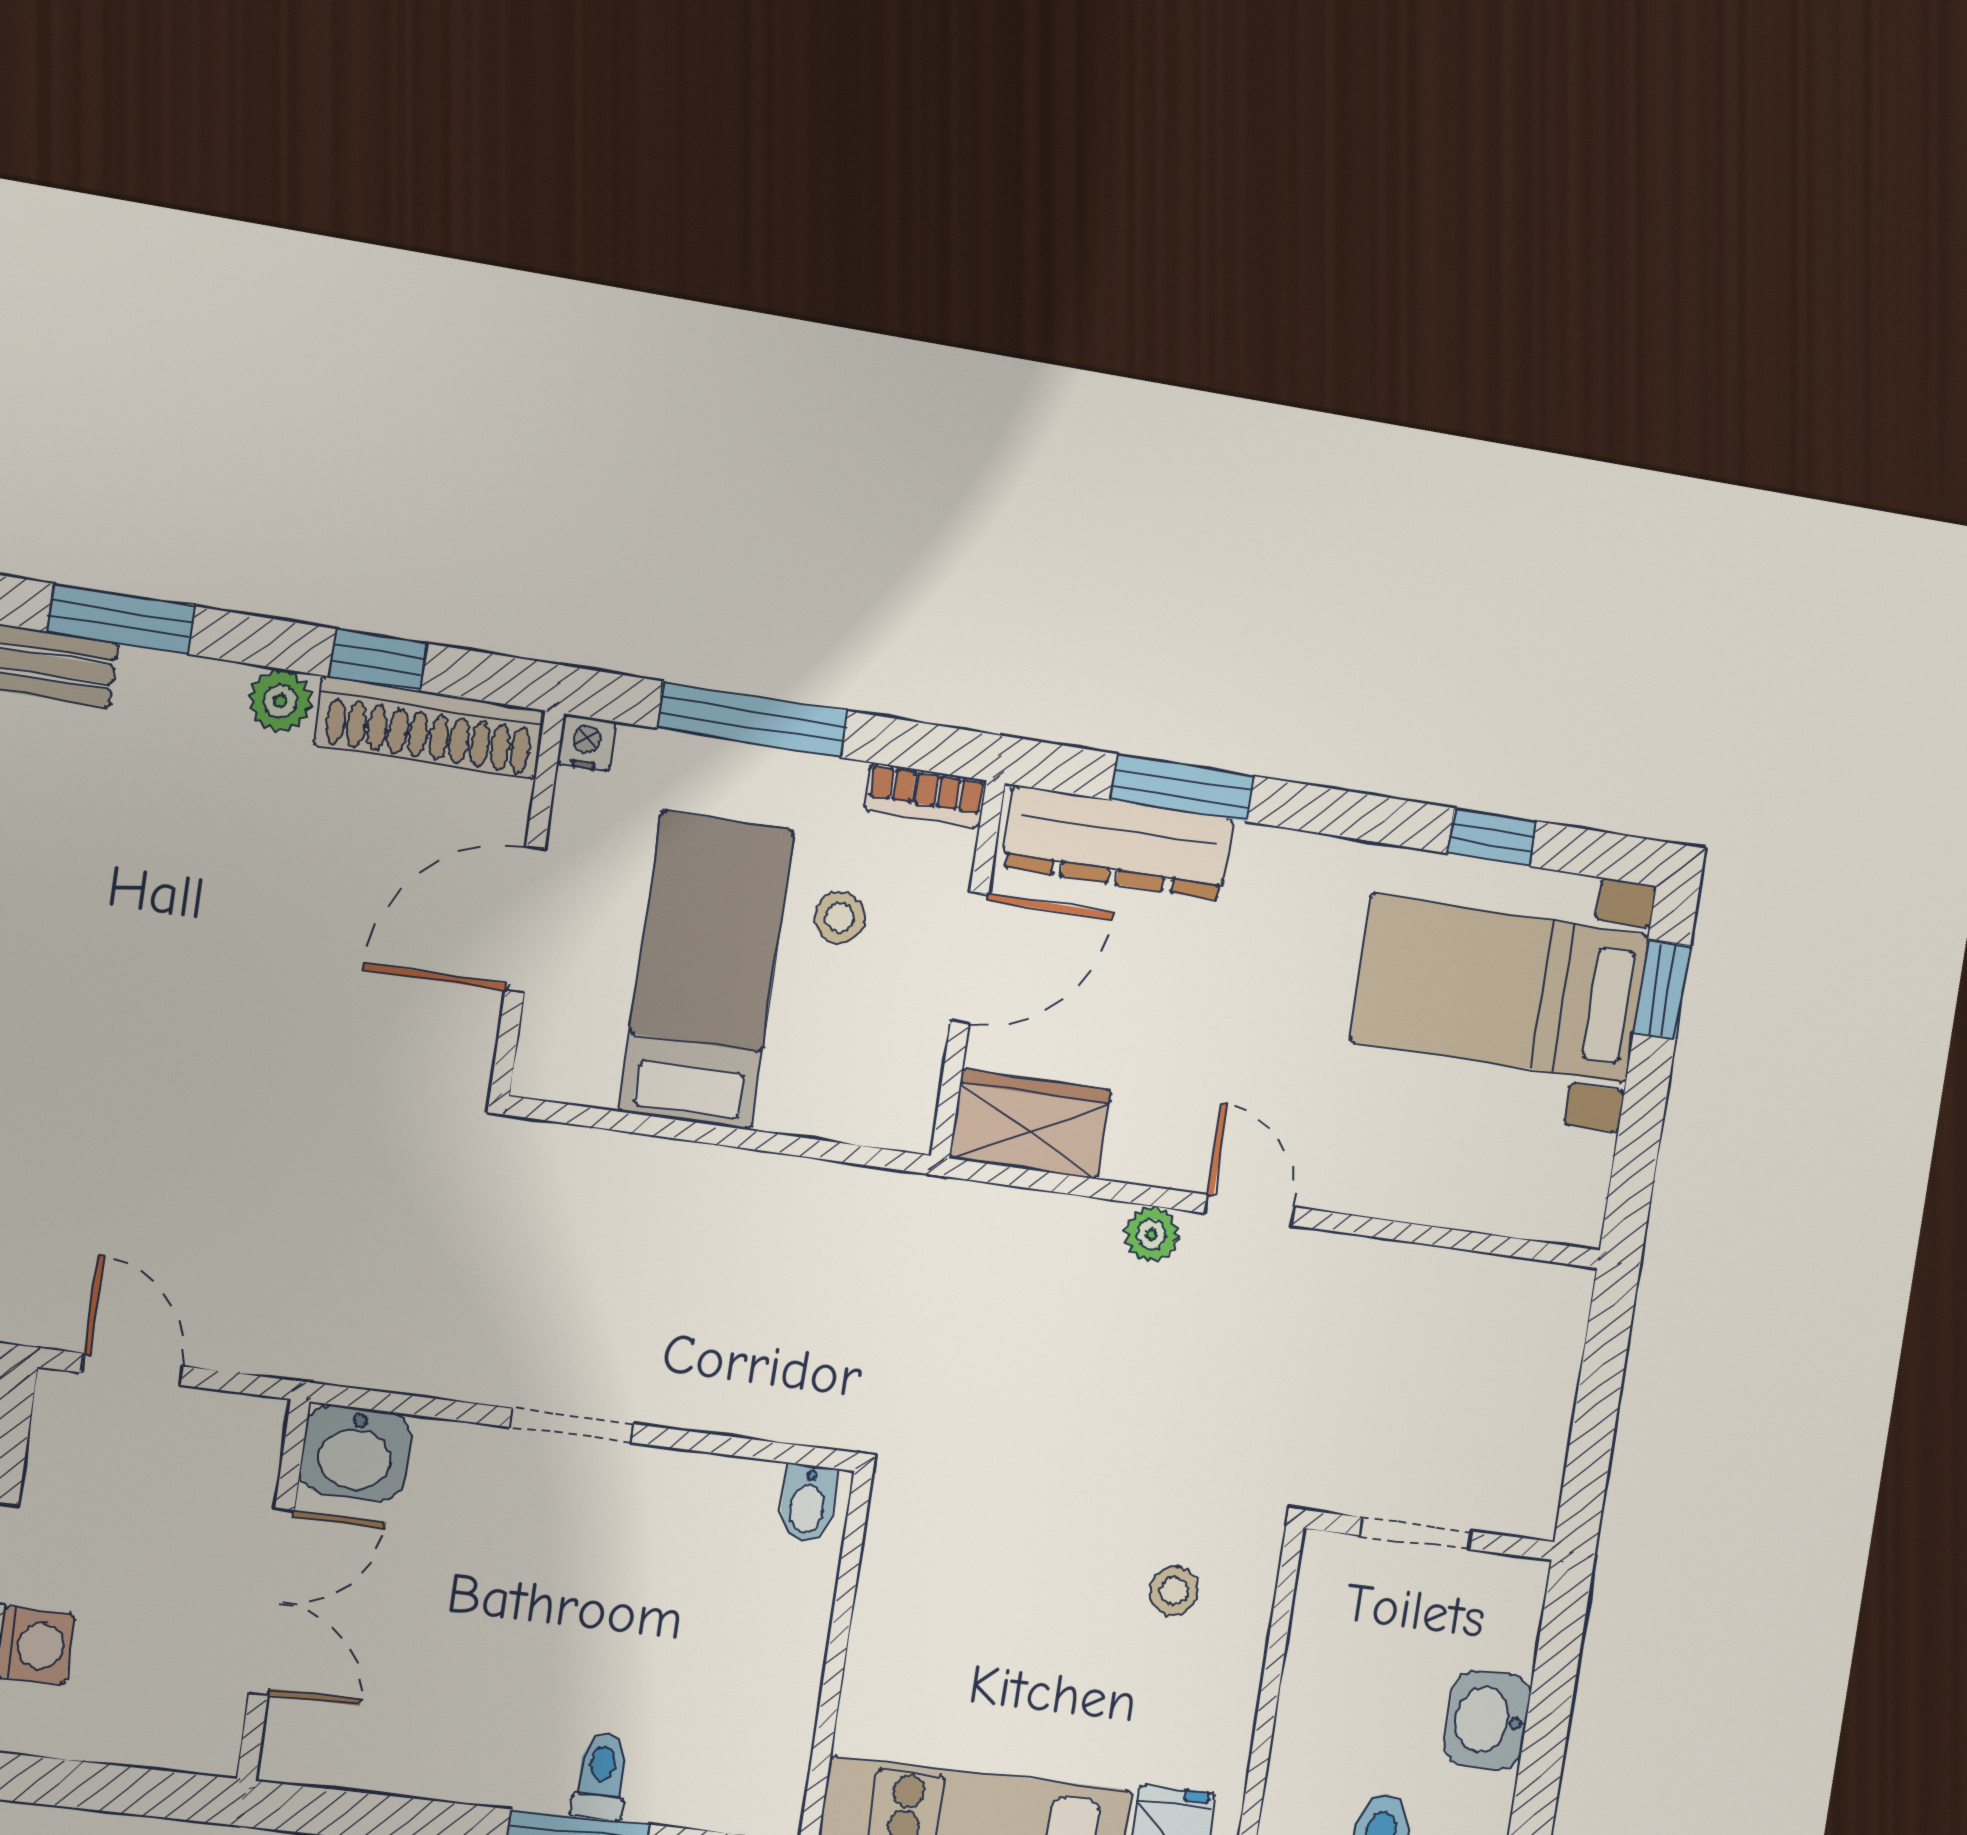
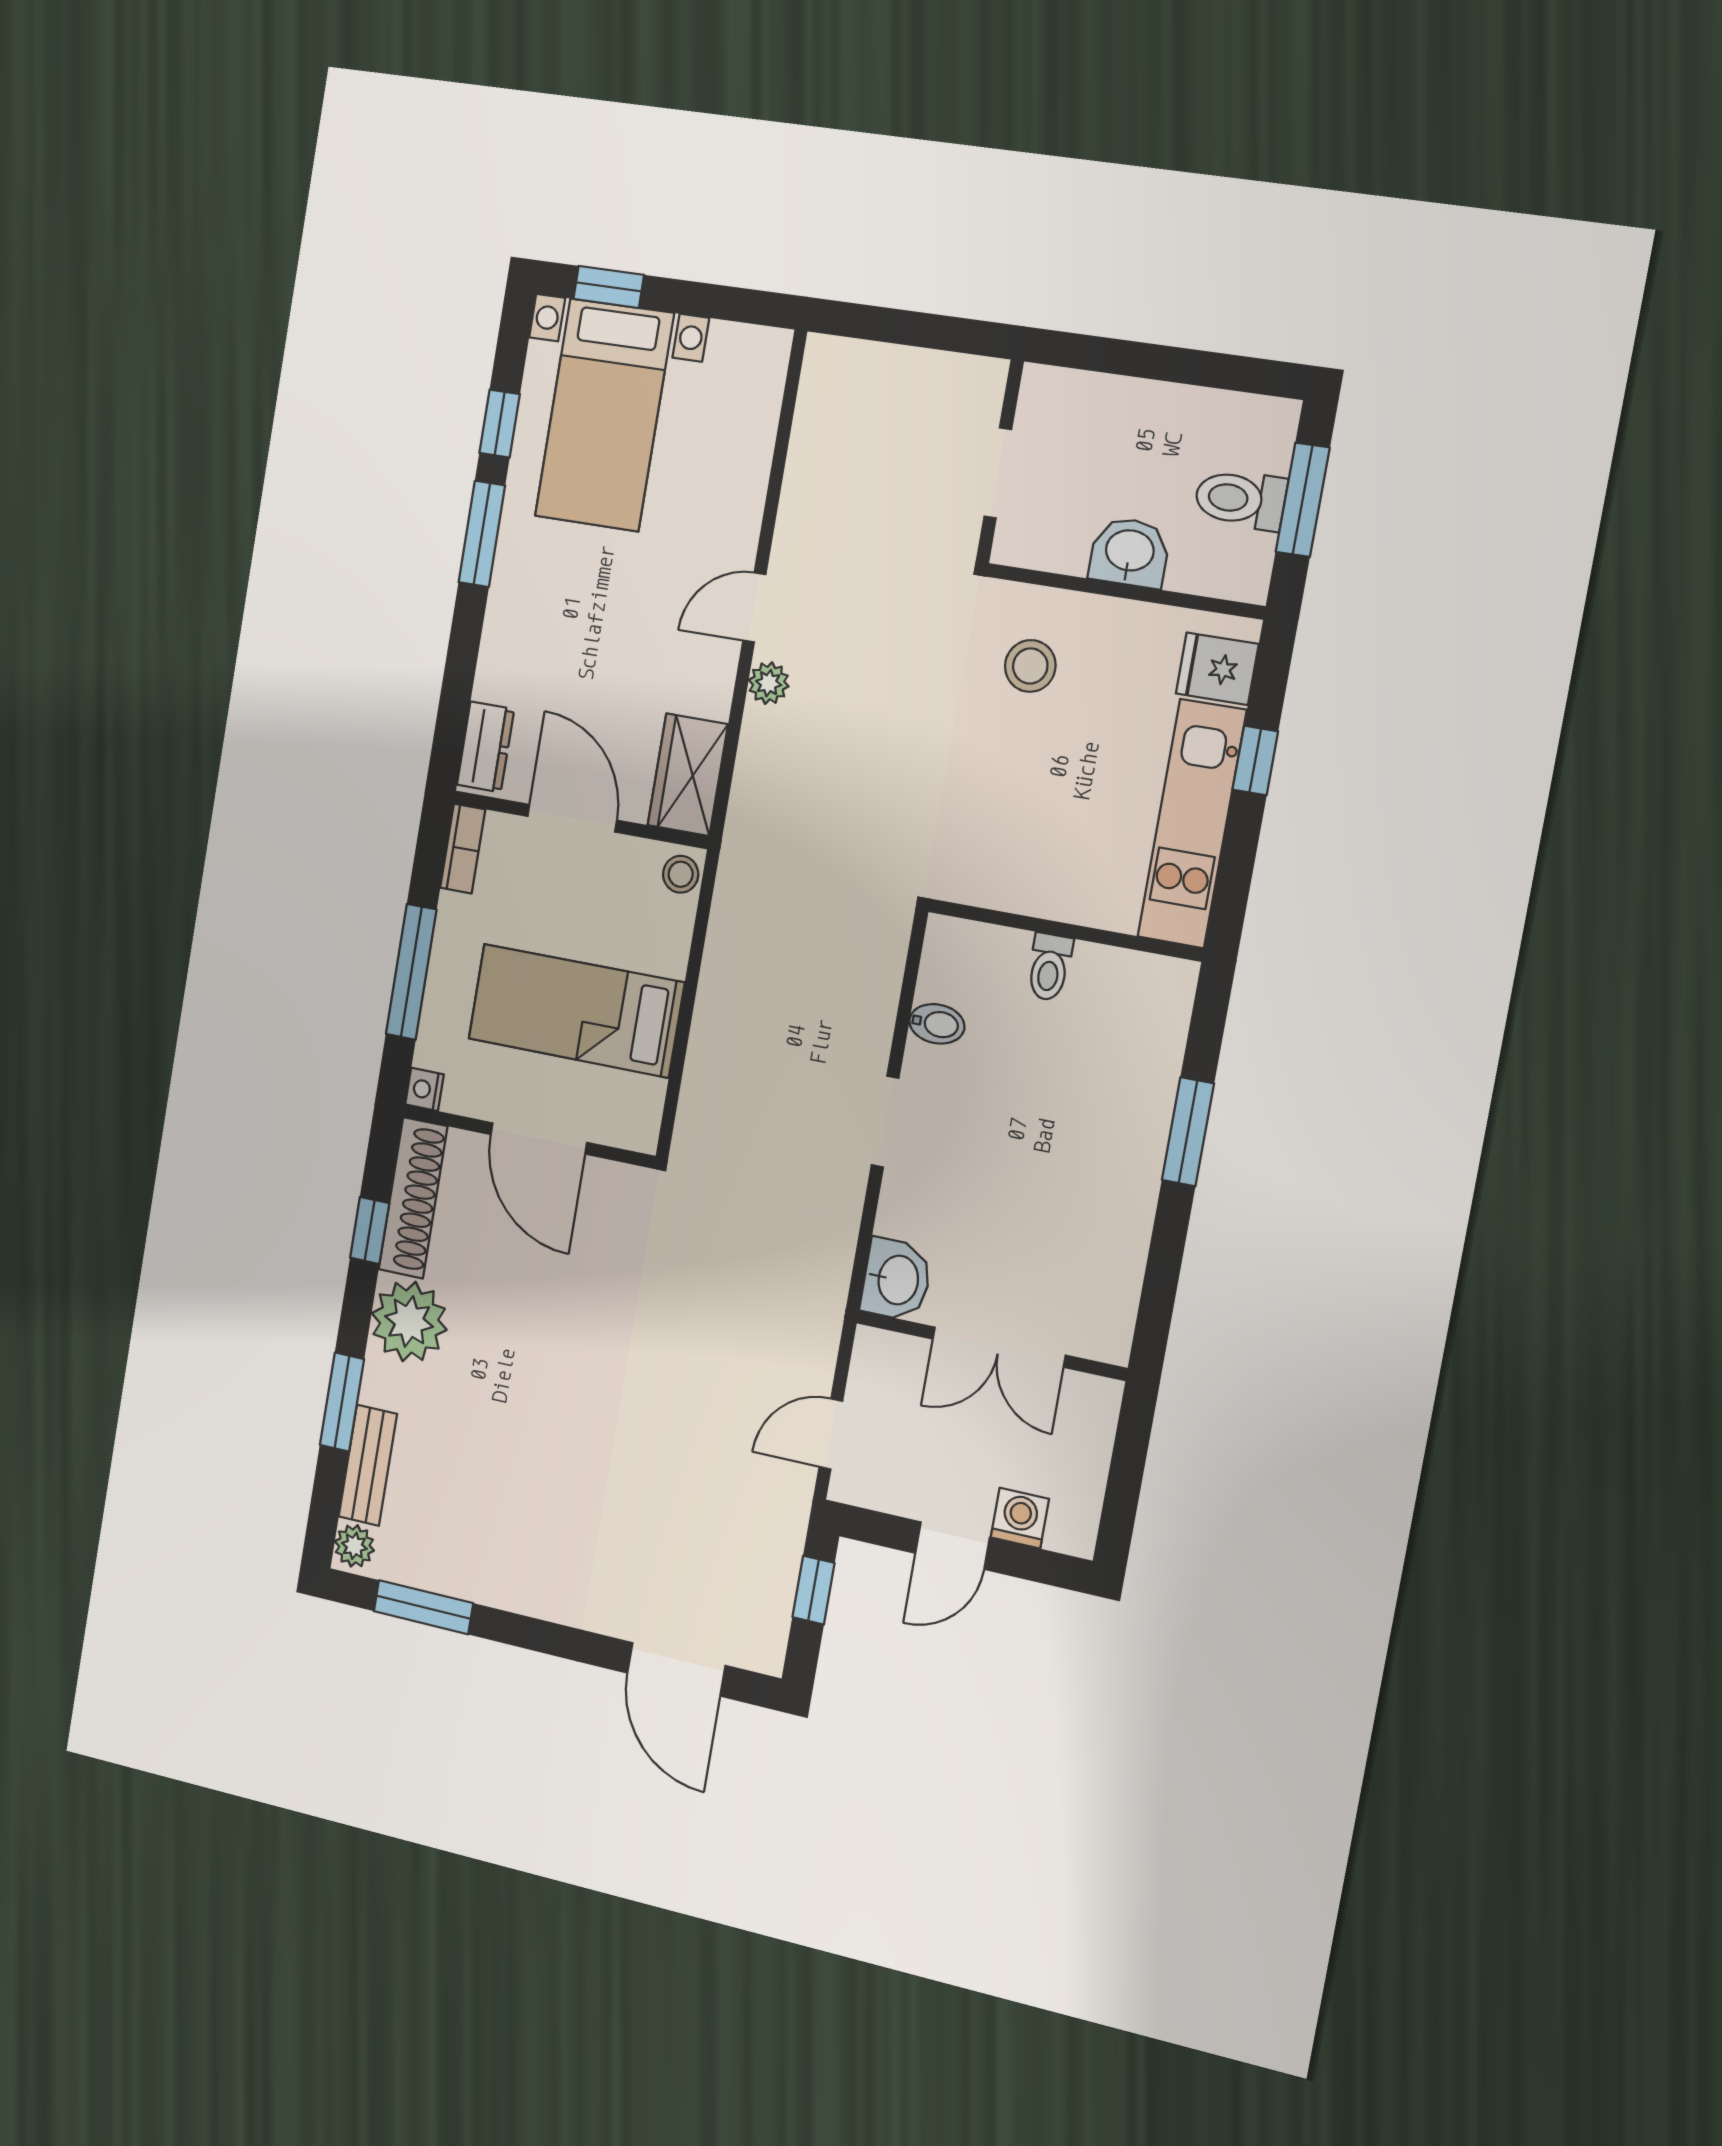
plant: (280, 701) -> (409, 1321), width x1.87, depth x1.87
window: (1183, 788) -> (482, 534), moved
dresser: (1117, 843) -> (486, 747), width x0.51, depth x0.80
stool: (840, 918) -> (681, 874), moved
bidet: (808, 1504) -> (937, 1024), moved
stool: (1174, 1591) -> (1030, 666), width x1.37, depth x1.37
double door: (272, 1602) -> (999, 1347), swing flipped
washbasin: (1487, 1720) -> (1129, 552), moved, turned 180
toilet: (601, 1776) -> (1049, 967), moved, turned -90

